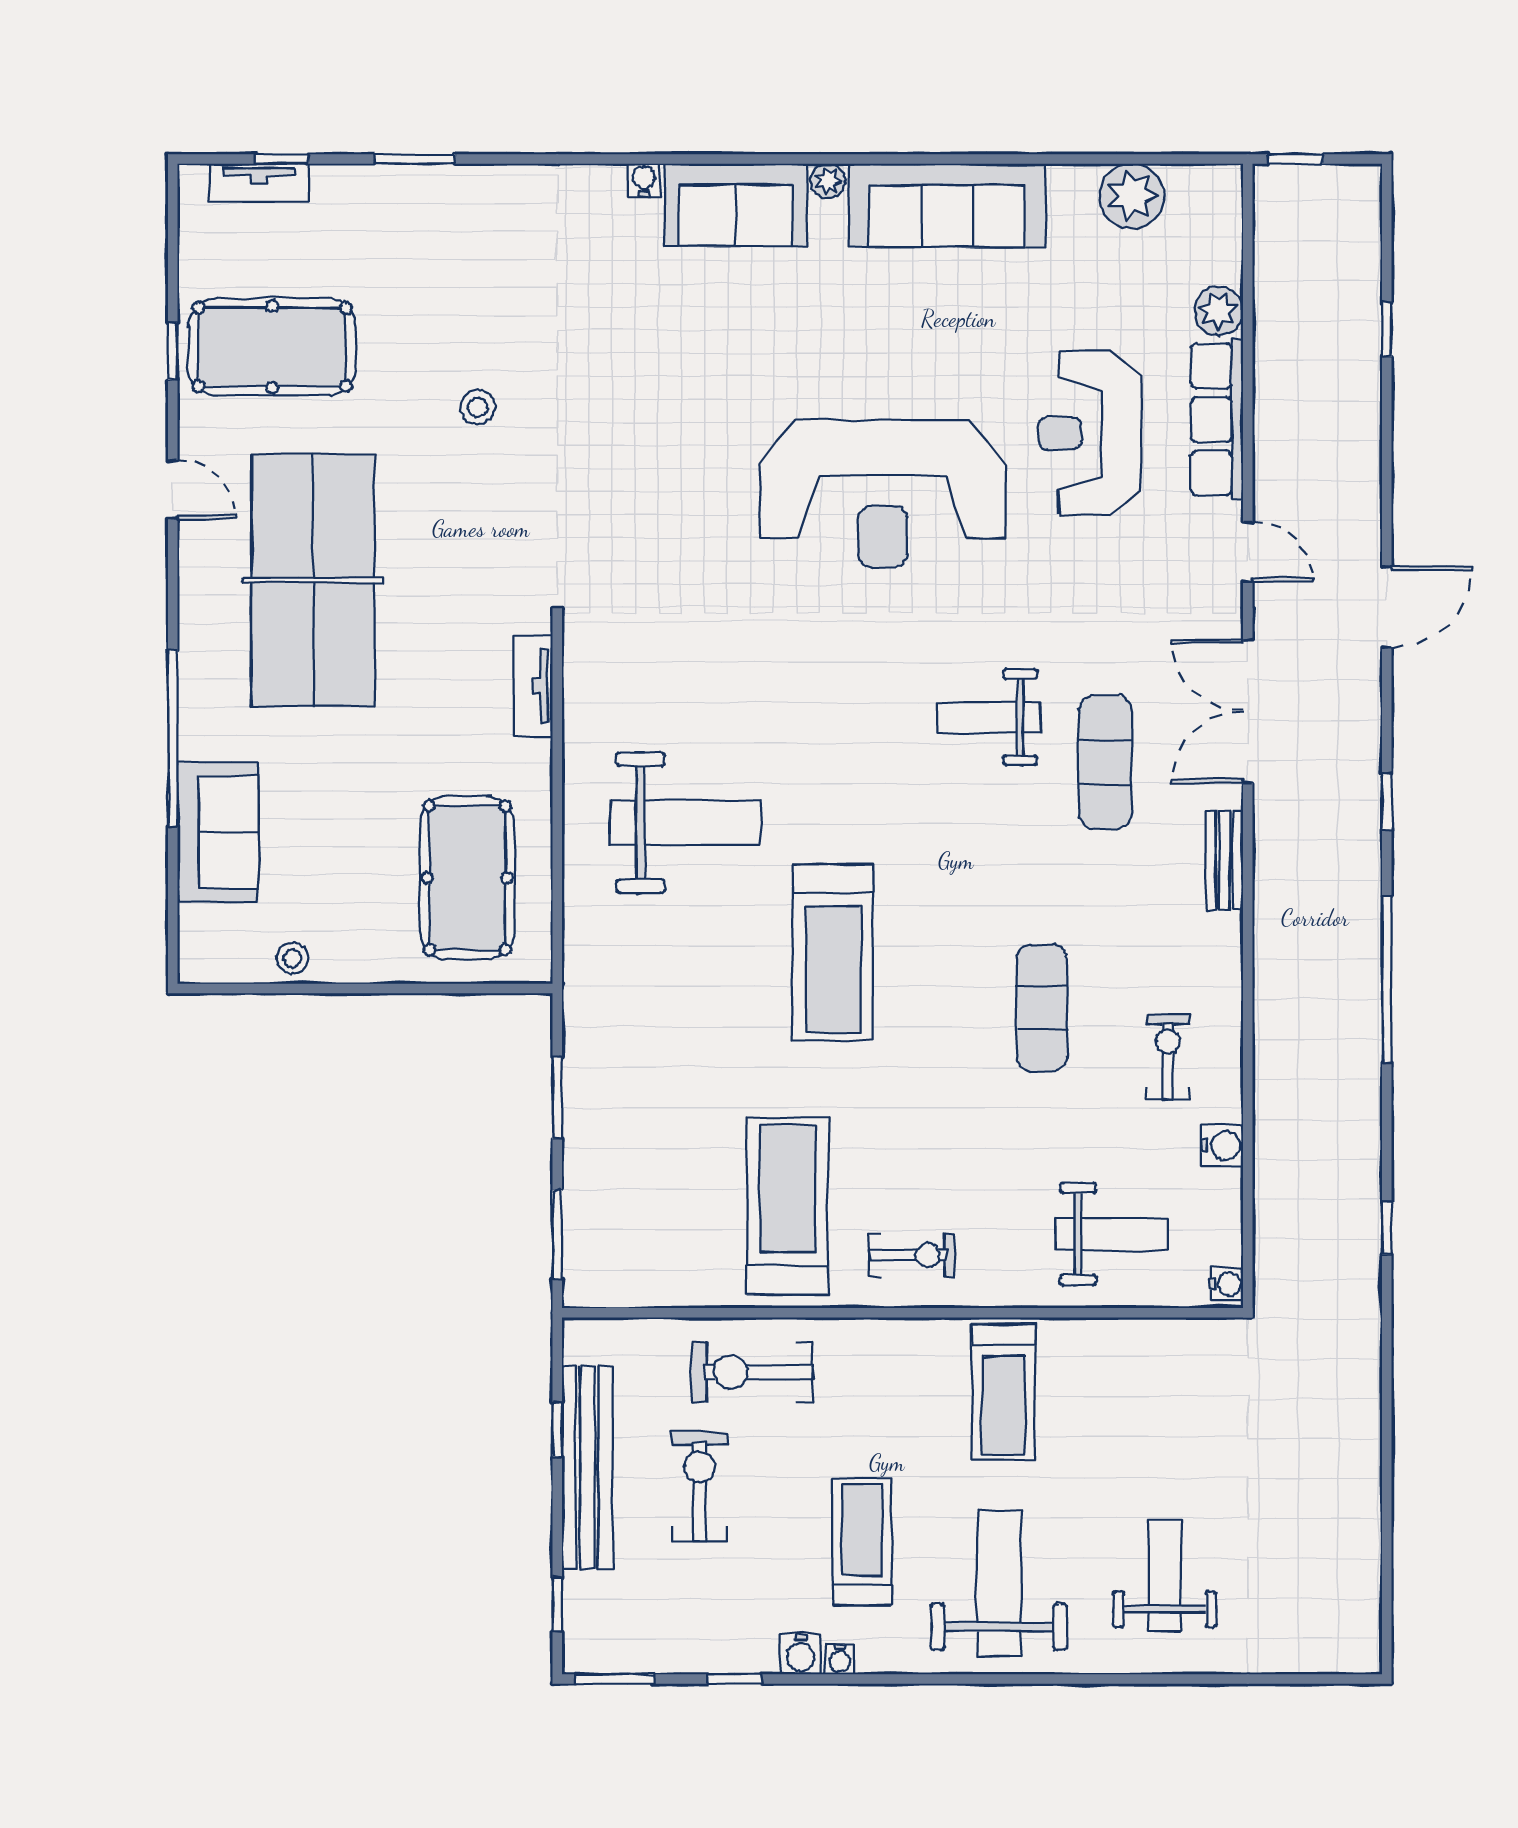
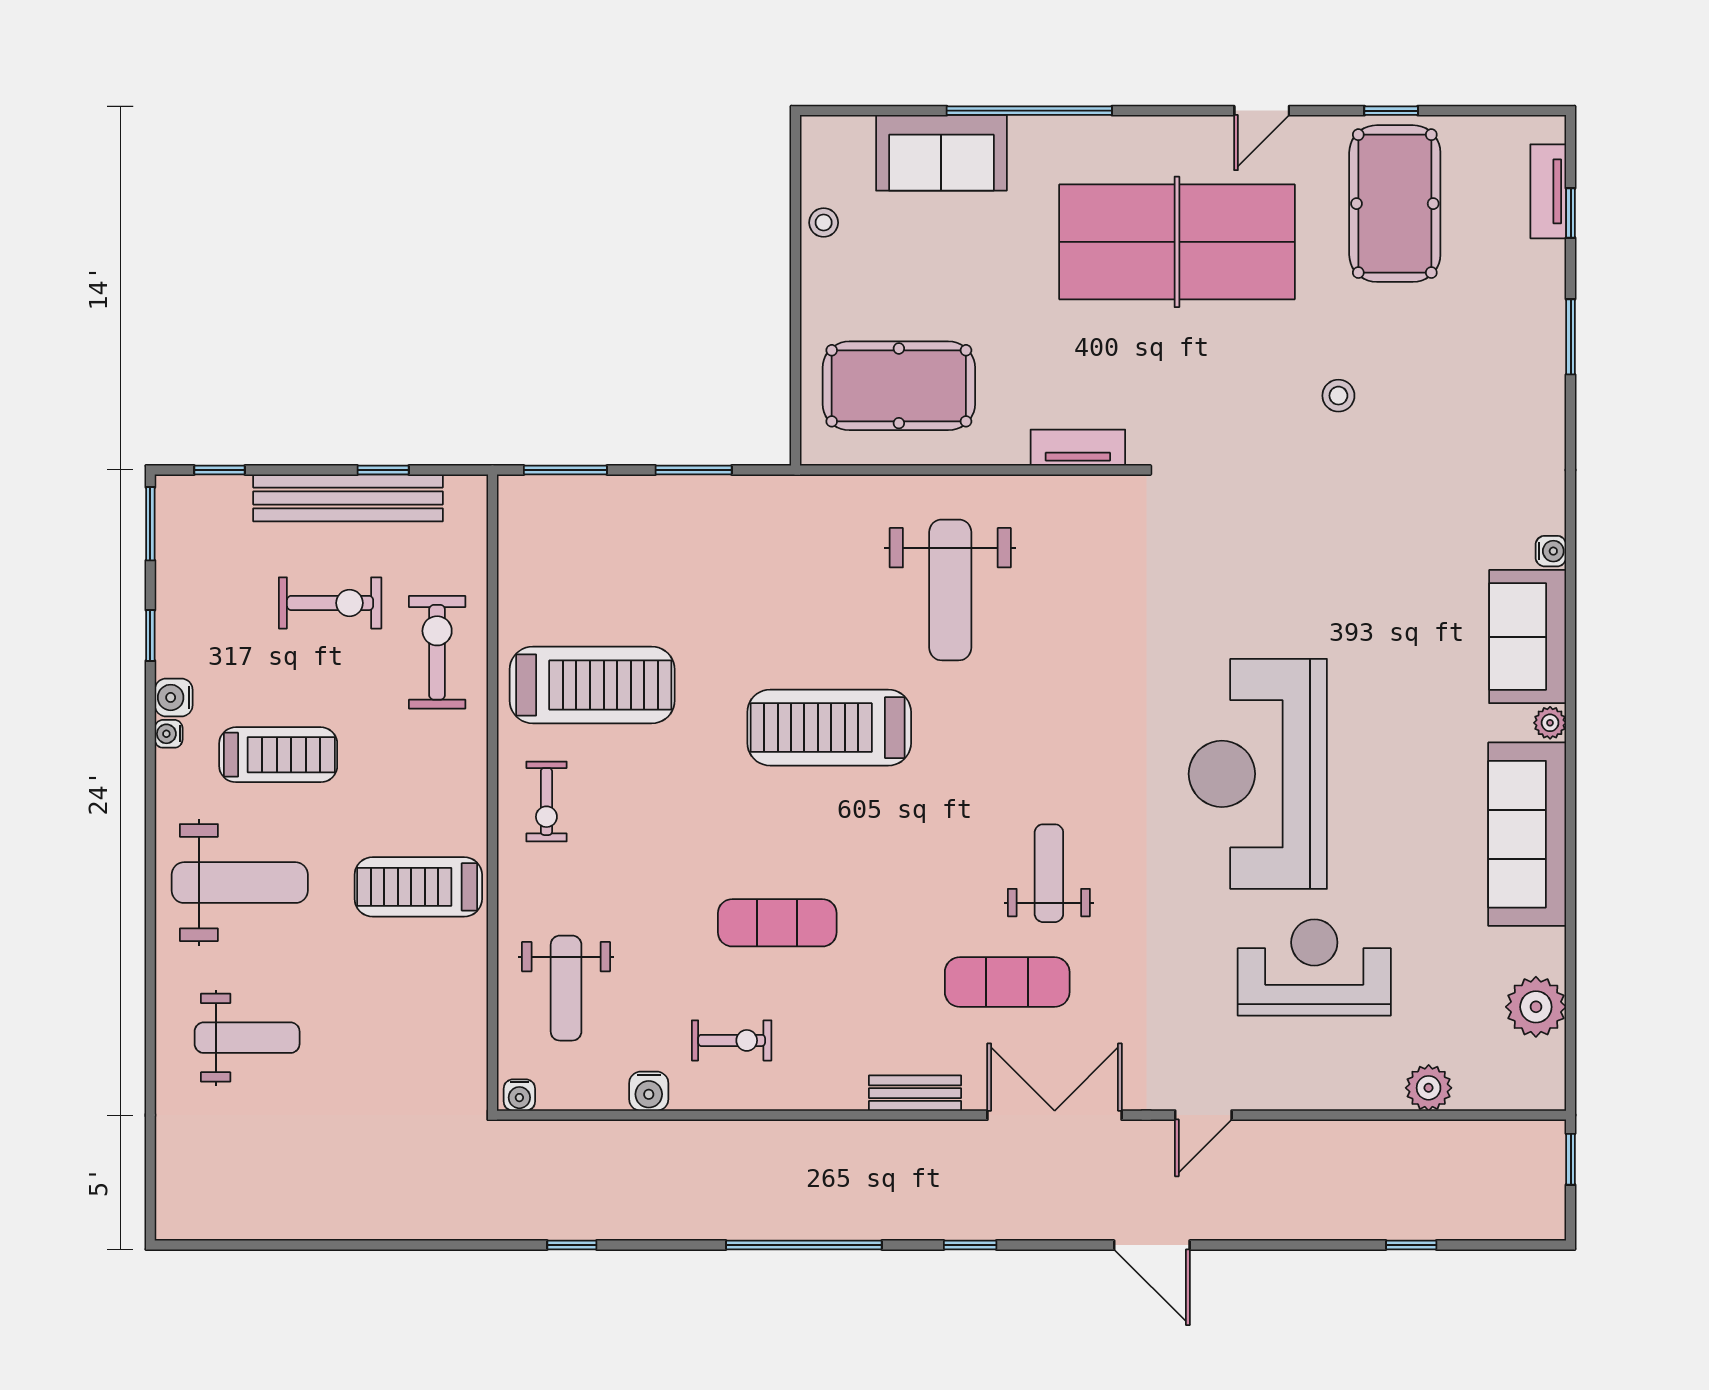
row of seats: (1217, 419) -> (1327, 1086), removed

